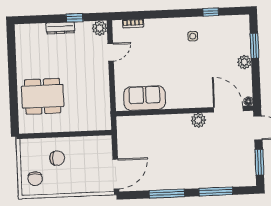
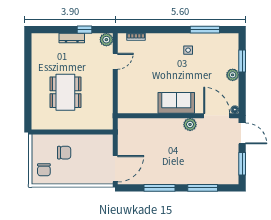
window: (211, 12) -> (205, 30), width x2.17
dining table: (43, 96) -> (65, 92), moved, turned 90
sofa: (145, 98) -> (176, 103), moved

